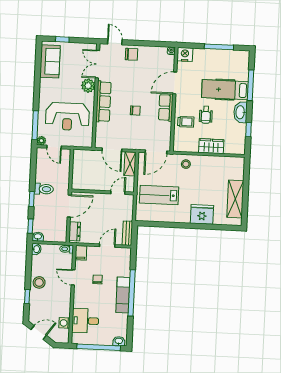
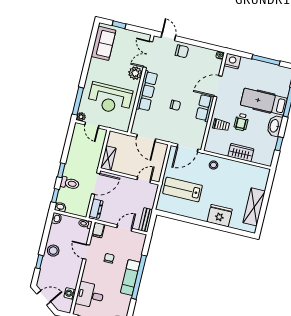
shelving: (130, 164) -> (108, 158), moved
toilet: (44, 189) -> (70, 183), moved

